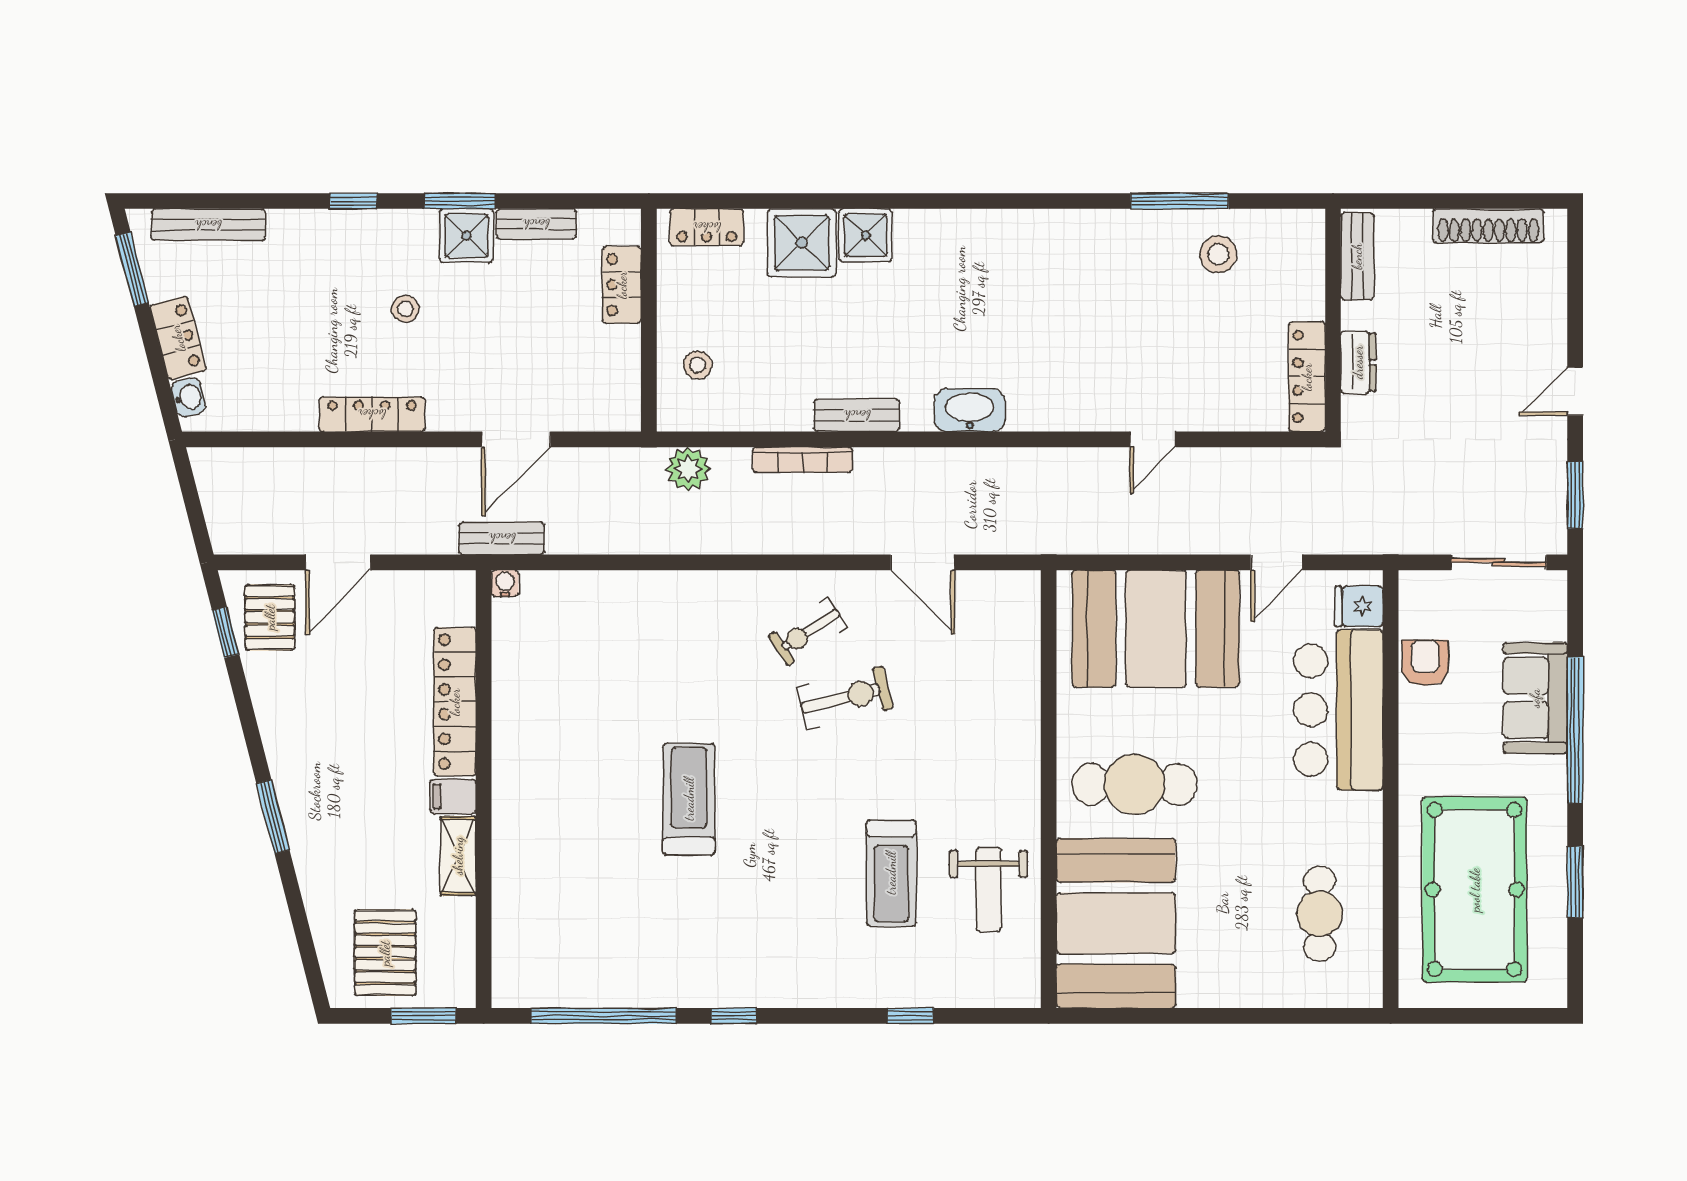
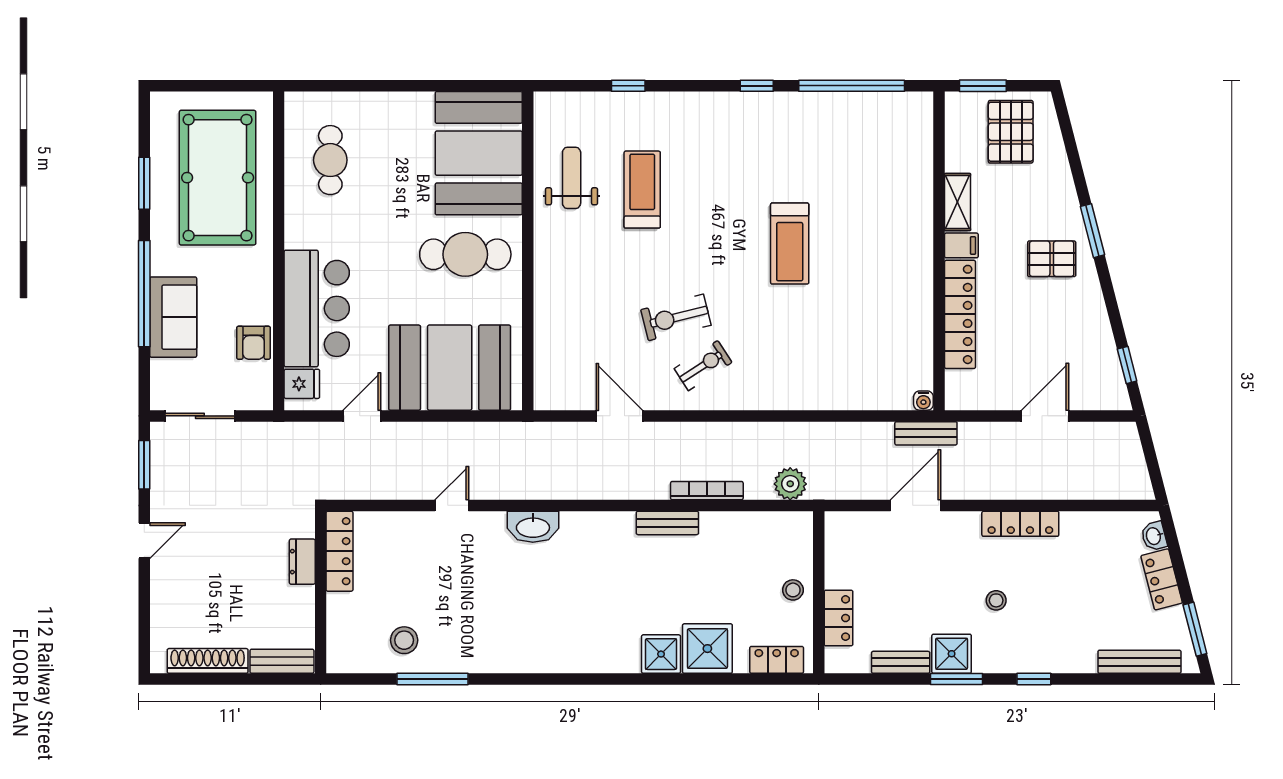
bench: (1357, 256) -> (282, 661), moved, turned 90
stool: (698, 365) -> (793, 590), moved
washbasin: (970, 410) -> (533, 527), moved
pallet: (270, 617) -> (1052, 259), moved, turned 90

